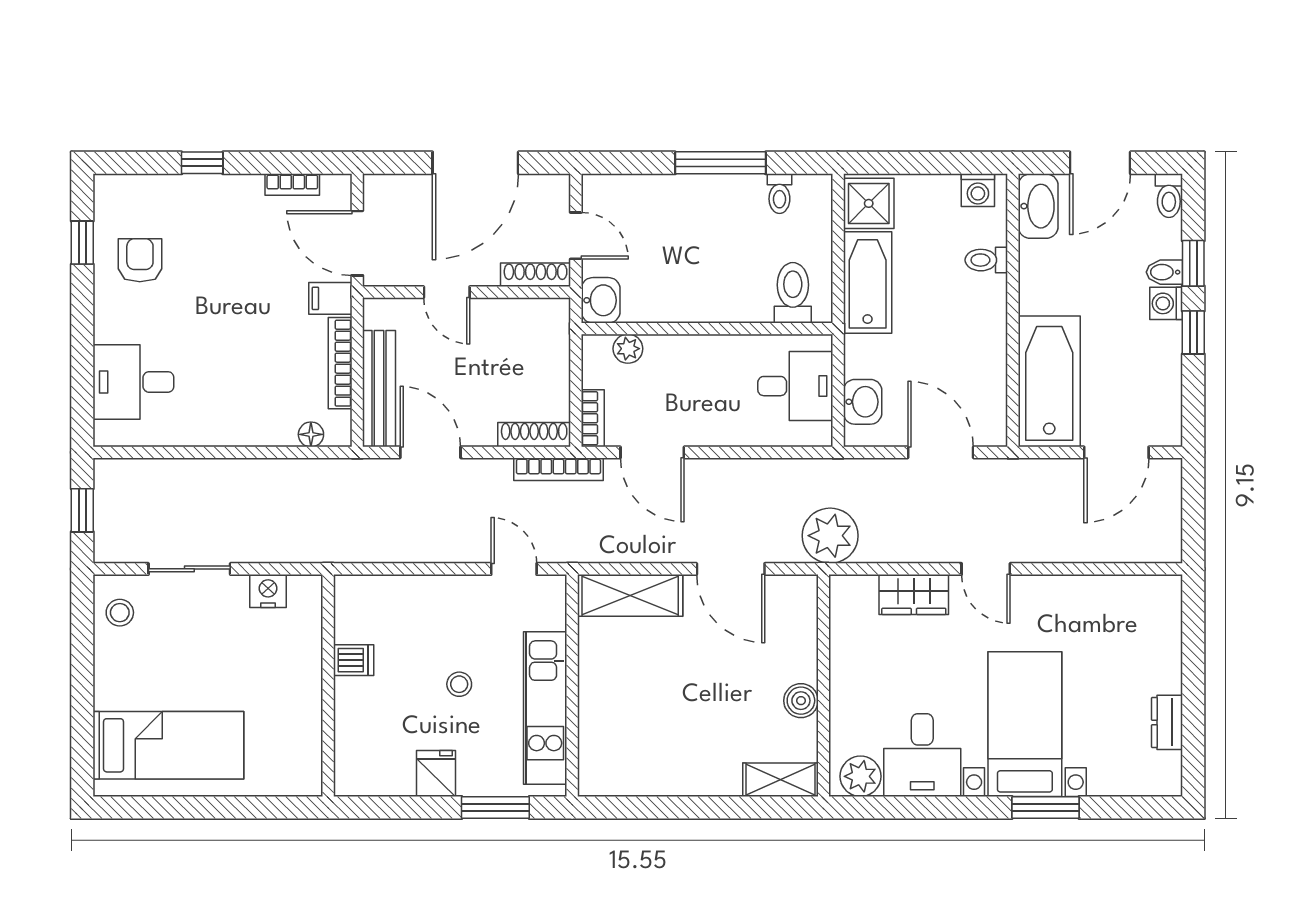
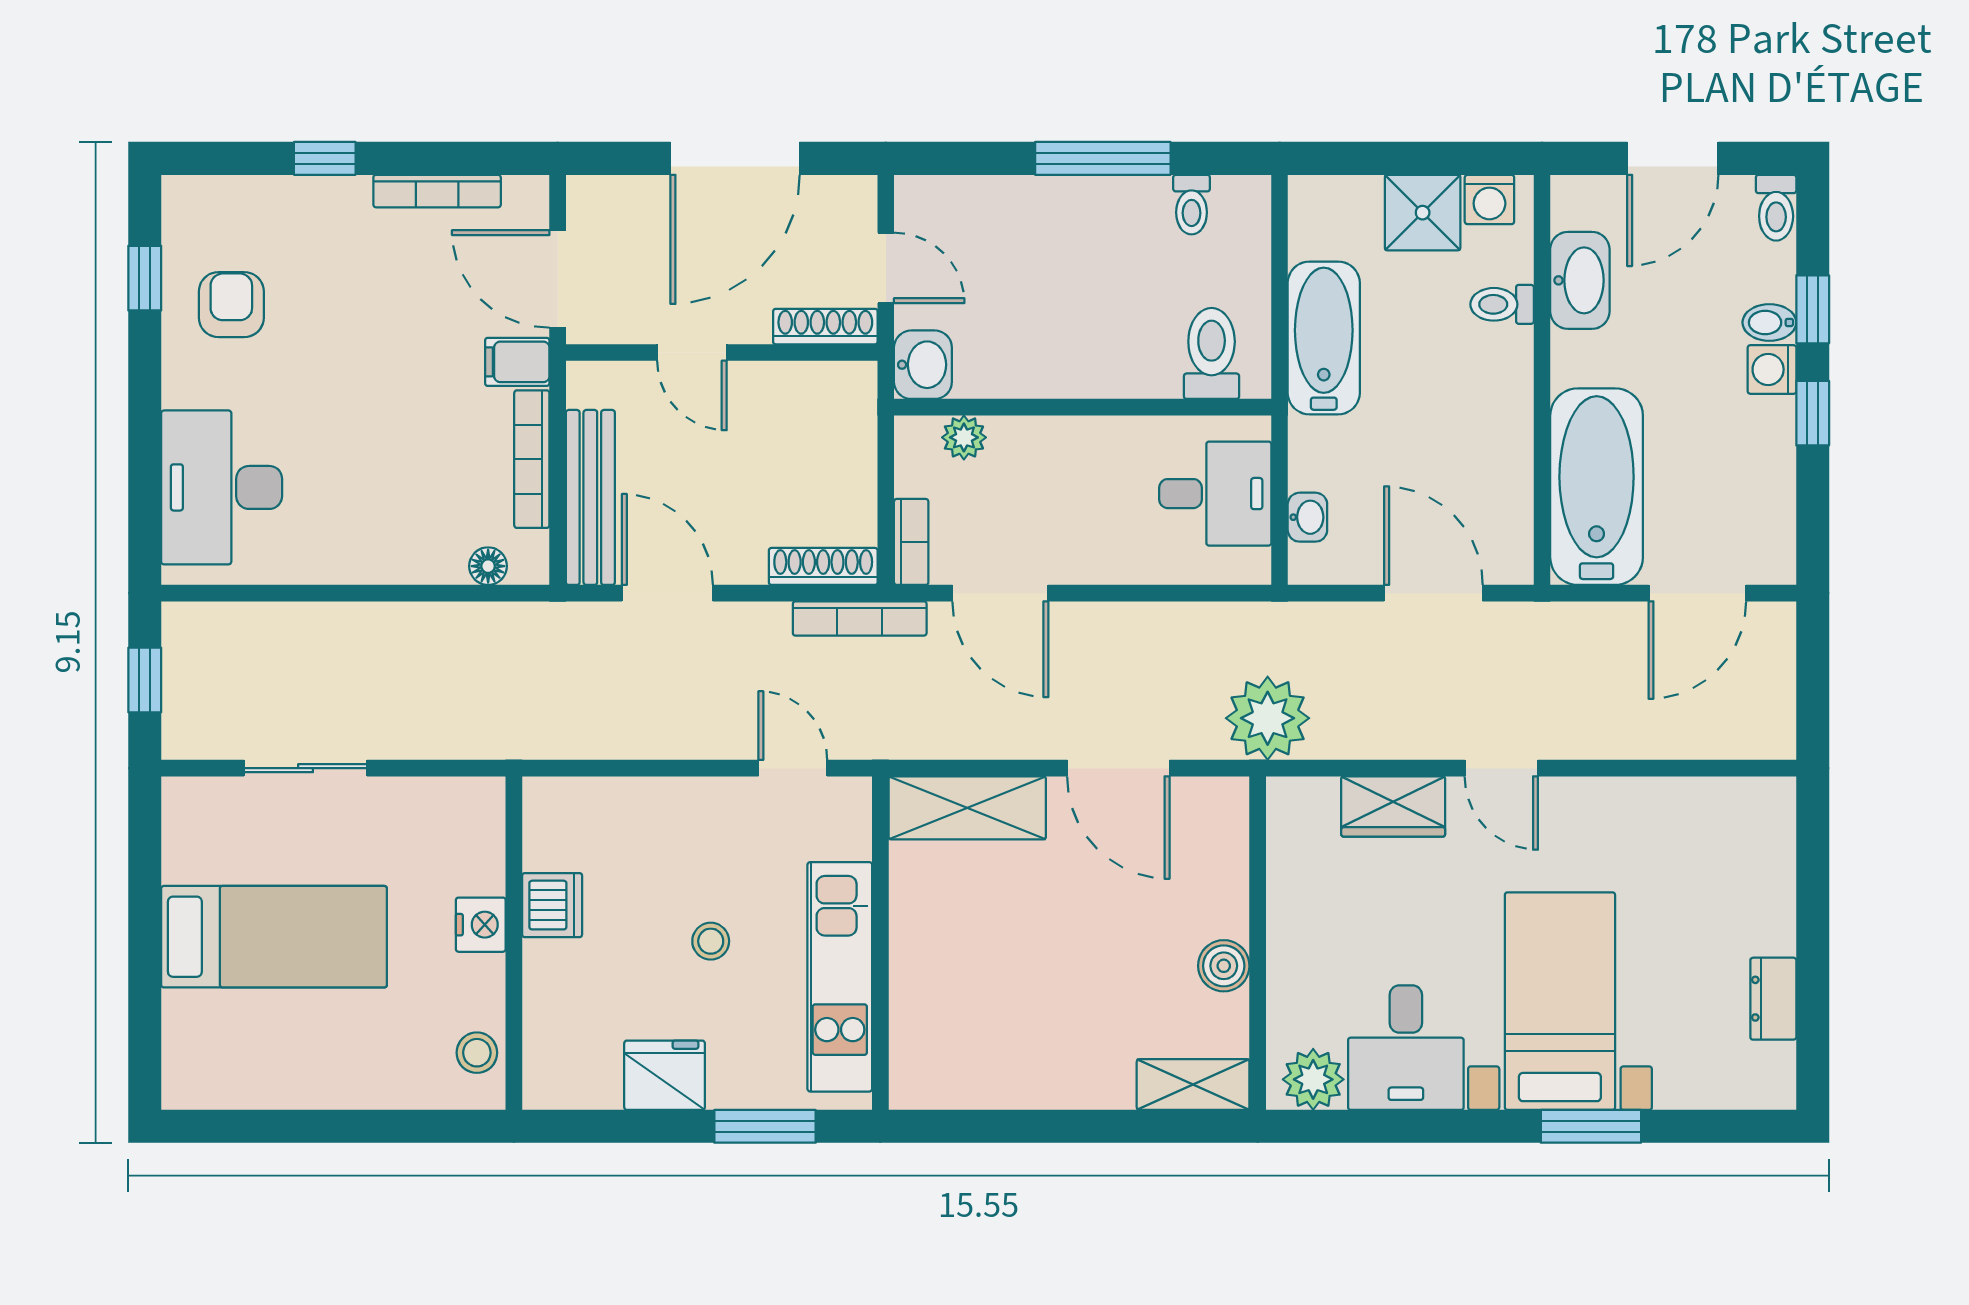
bookcase: (292, 185) -> (437, 191), width x1.56
shower: (869, 203) -> (1423, 213), moved
washbasin: (1038, 206) -> (1580, 280), moved
desk: (133, 382) -> (222, 487), width x1.37
washbasin: (863, 402) -> (1307, 517), width x0.72, depth x0.69
nightstand: (268, 591) -> (481, 925), moved, turned 90
stool: (120, 613) -> (477, 1053), moved
dishwasher: (354, 660) -> (552, 905), width x1.38
bed: (168, 745) -> (274, 937), moved
fridge: (436, 773) -> (665, 1075), width x1.38

